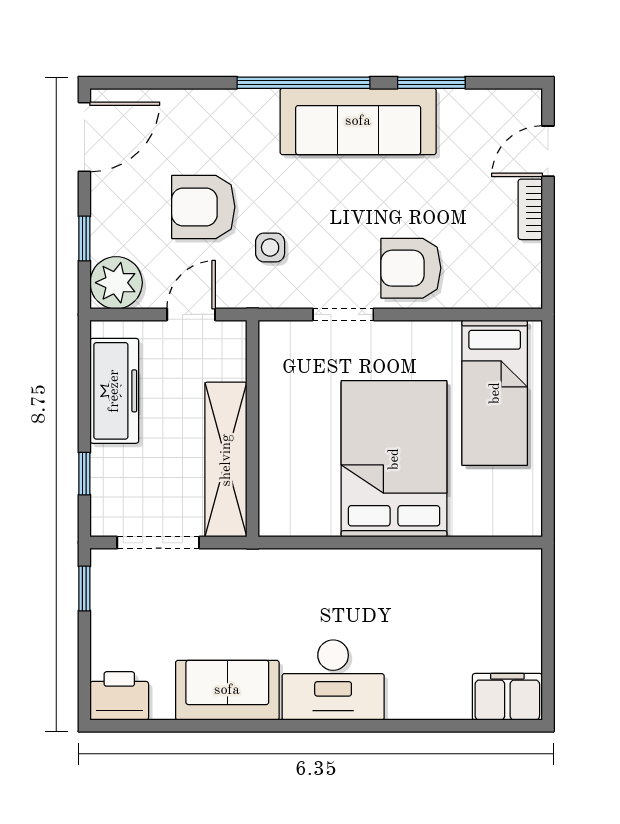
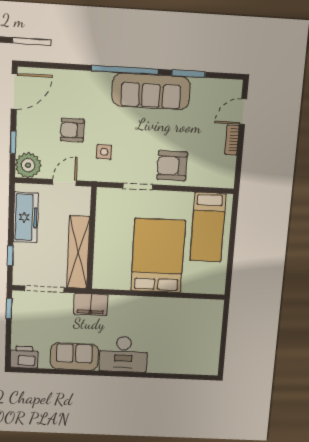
armchair: (203, 207) -> (72, 130), width x0.72, depth x0.72
filing cabinet: (507, 697) -> (91, 304), moved, turned 180

